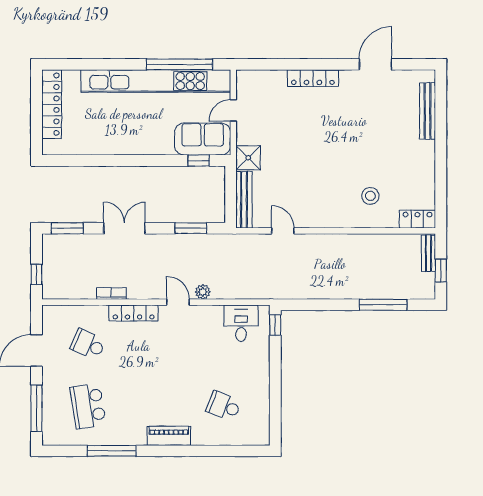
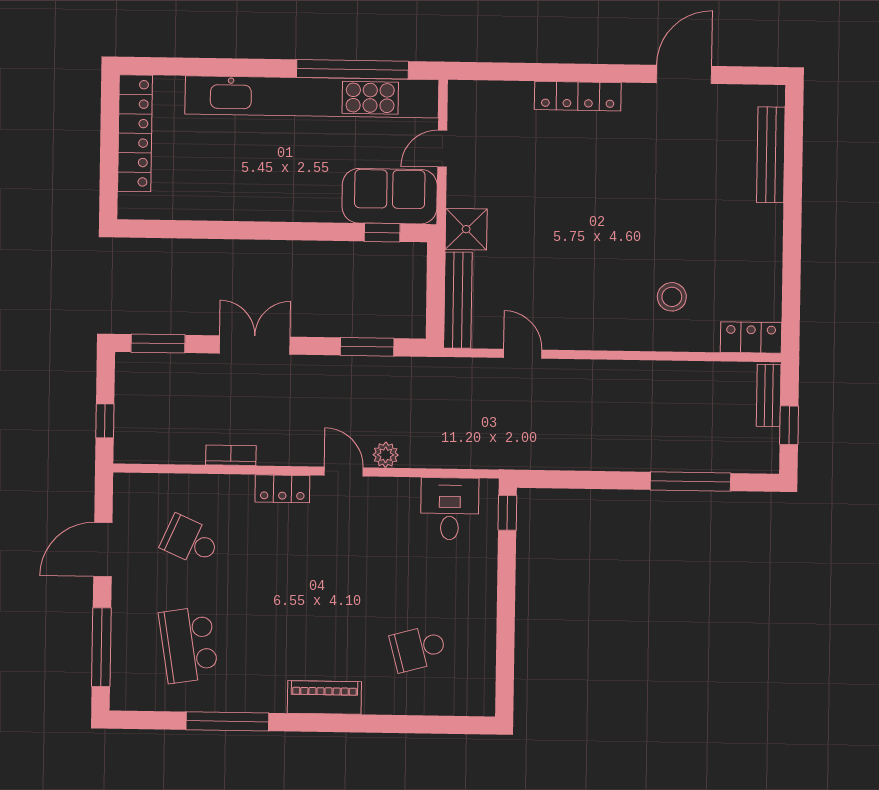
locker: (134, 313) -> (282, 489), width x0.66
school desk: (224, 406) -> (418, 648), turned -36

